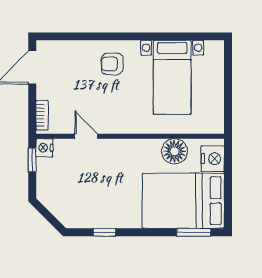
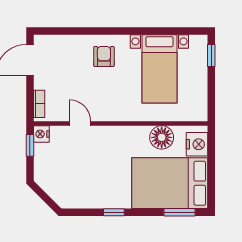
window: (228, 63) -> (211, 55), added
armchair: (112, 64) -> (104, 56), turned 90
window: (104, 232) -> (114, 212), moved

